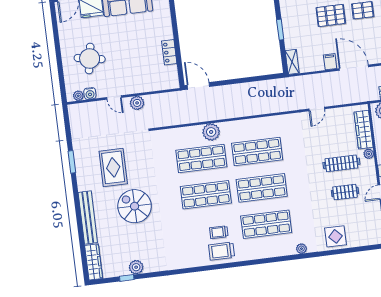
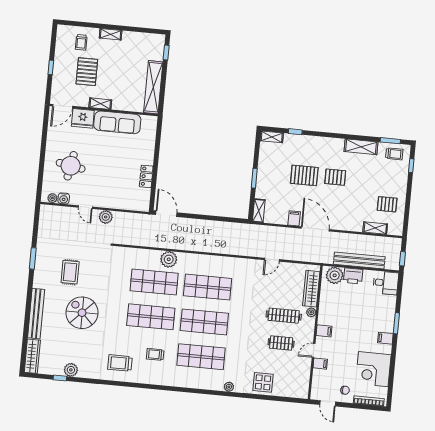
rug: (113, 167) -> (70, 272), width x0.73, depth x0.70
trolley: (222, 251) -> (120, 363), moved

